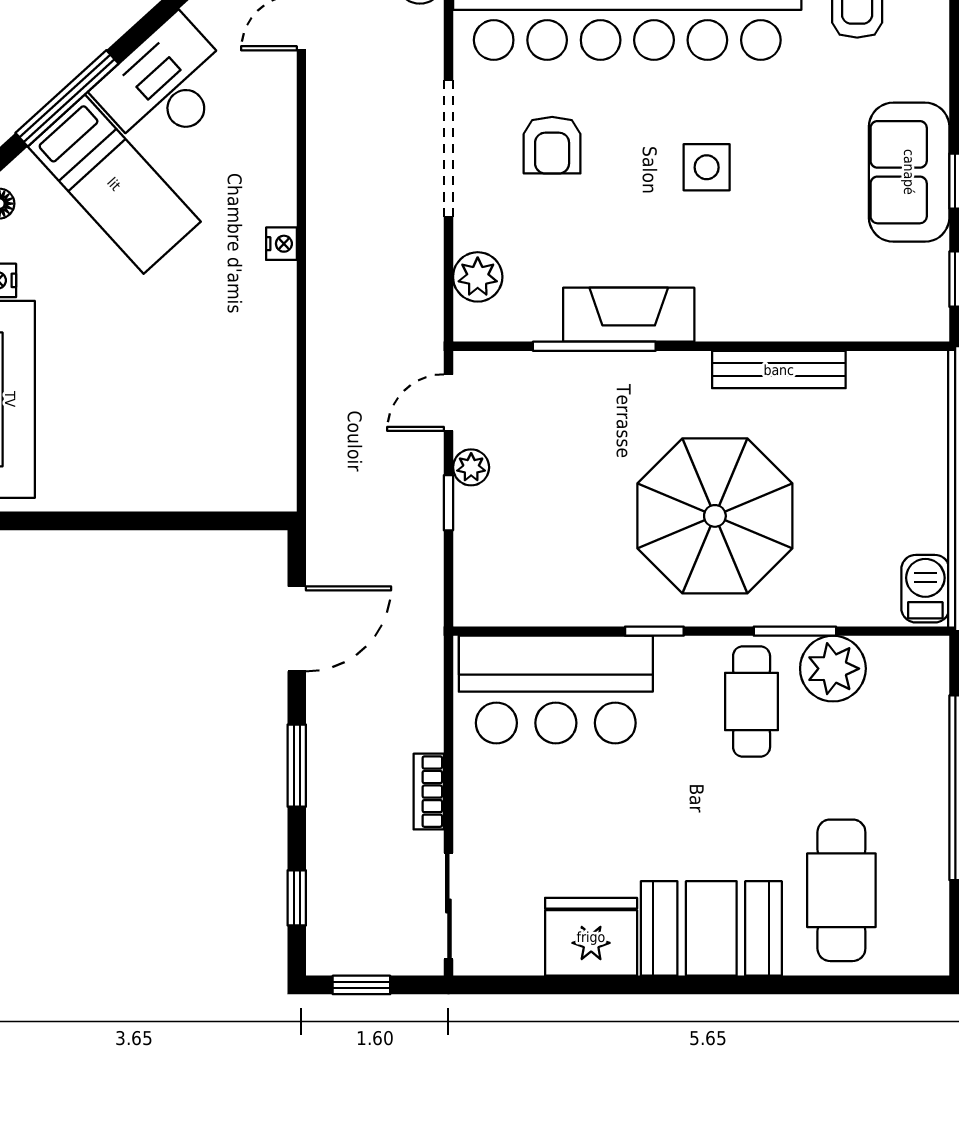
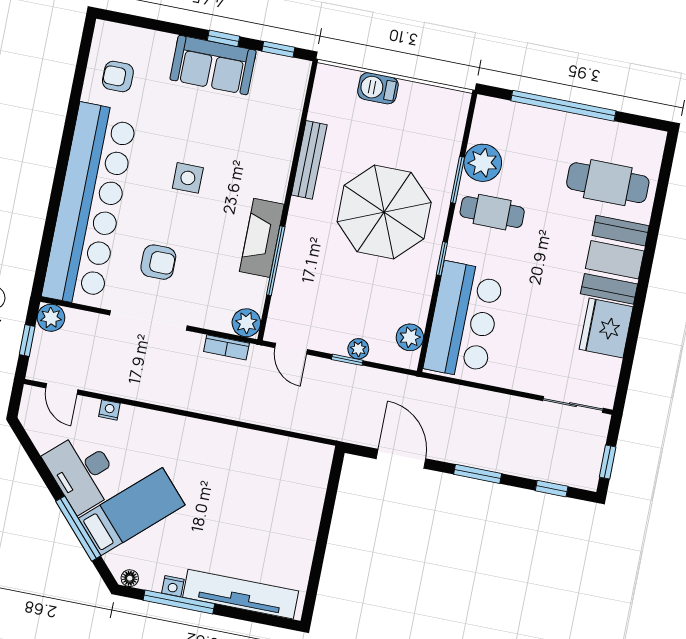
nightstand: (281, 244) -> (109, 410), moved
plant: (478, 277) -> (246, 323), moved
plant: (471, 467) -> (358, 349), moved
barbecue: (925, 589) -> (378, 88), moved
plant: (508, 603) -> (410, 337), added
bookcase: (429, 792) -> (226, 347), moved

